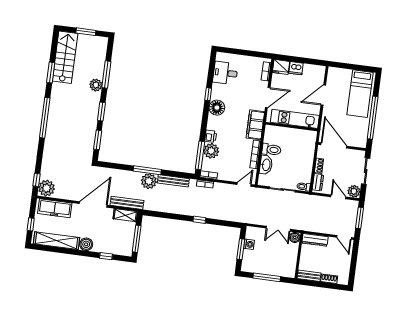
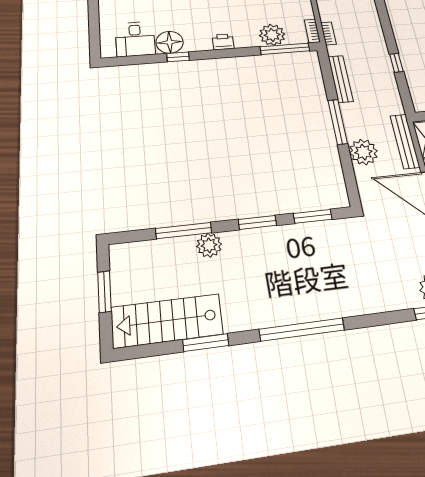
floor lamp: (217, 108) -> (170, 42), moved
printer: (211, 136) -> (223, 42), moved
plant: (149, 181) -> (363, 152), moved
window: (199, 220) -> (396, 63), moved

